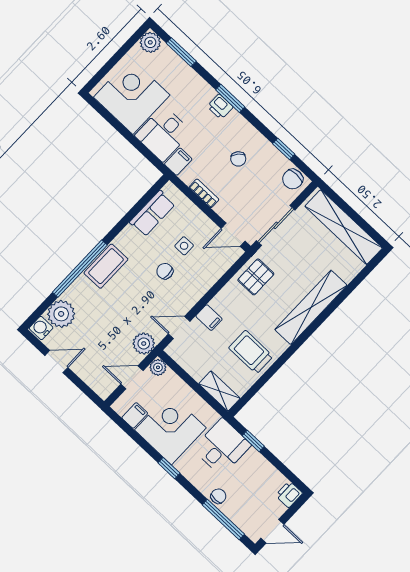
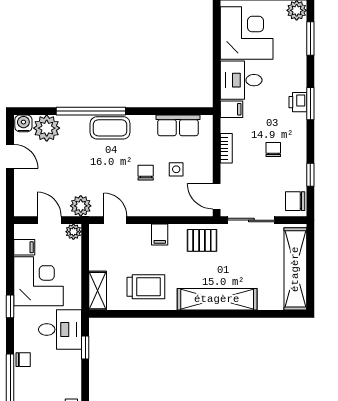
chair: (238, 159) -> (273, 150), turned 139
filing cabinet: (209, 318) -> (160, 234), moved
trolley: (251, 352) -> (146, 287), turned 90

